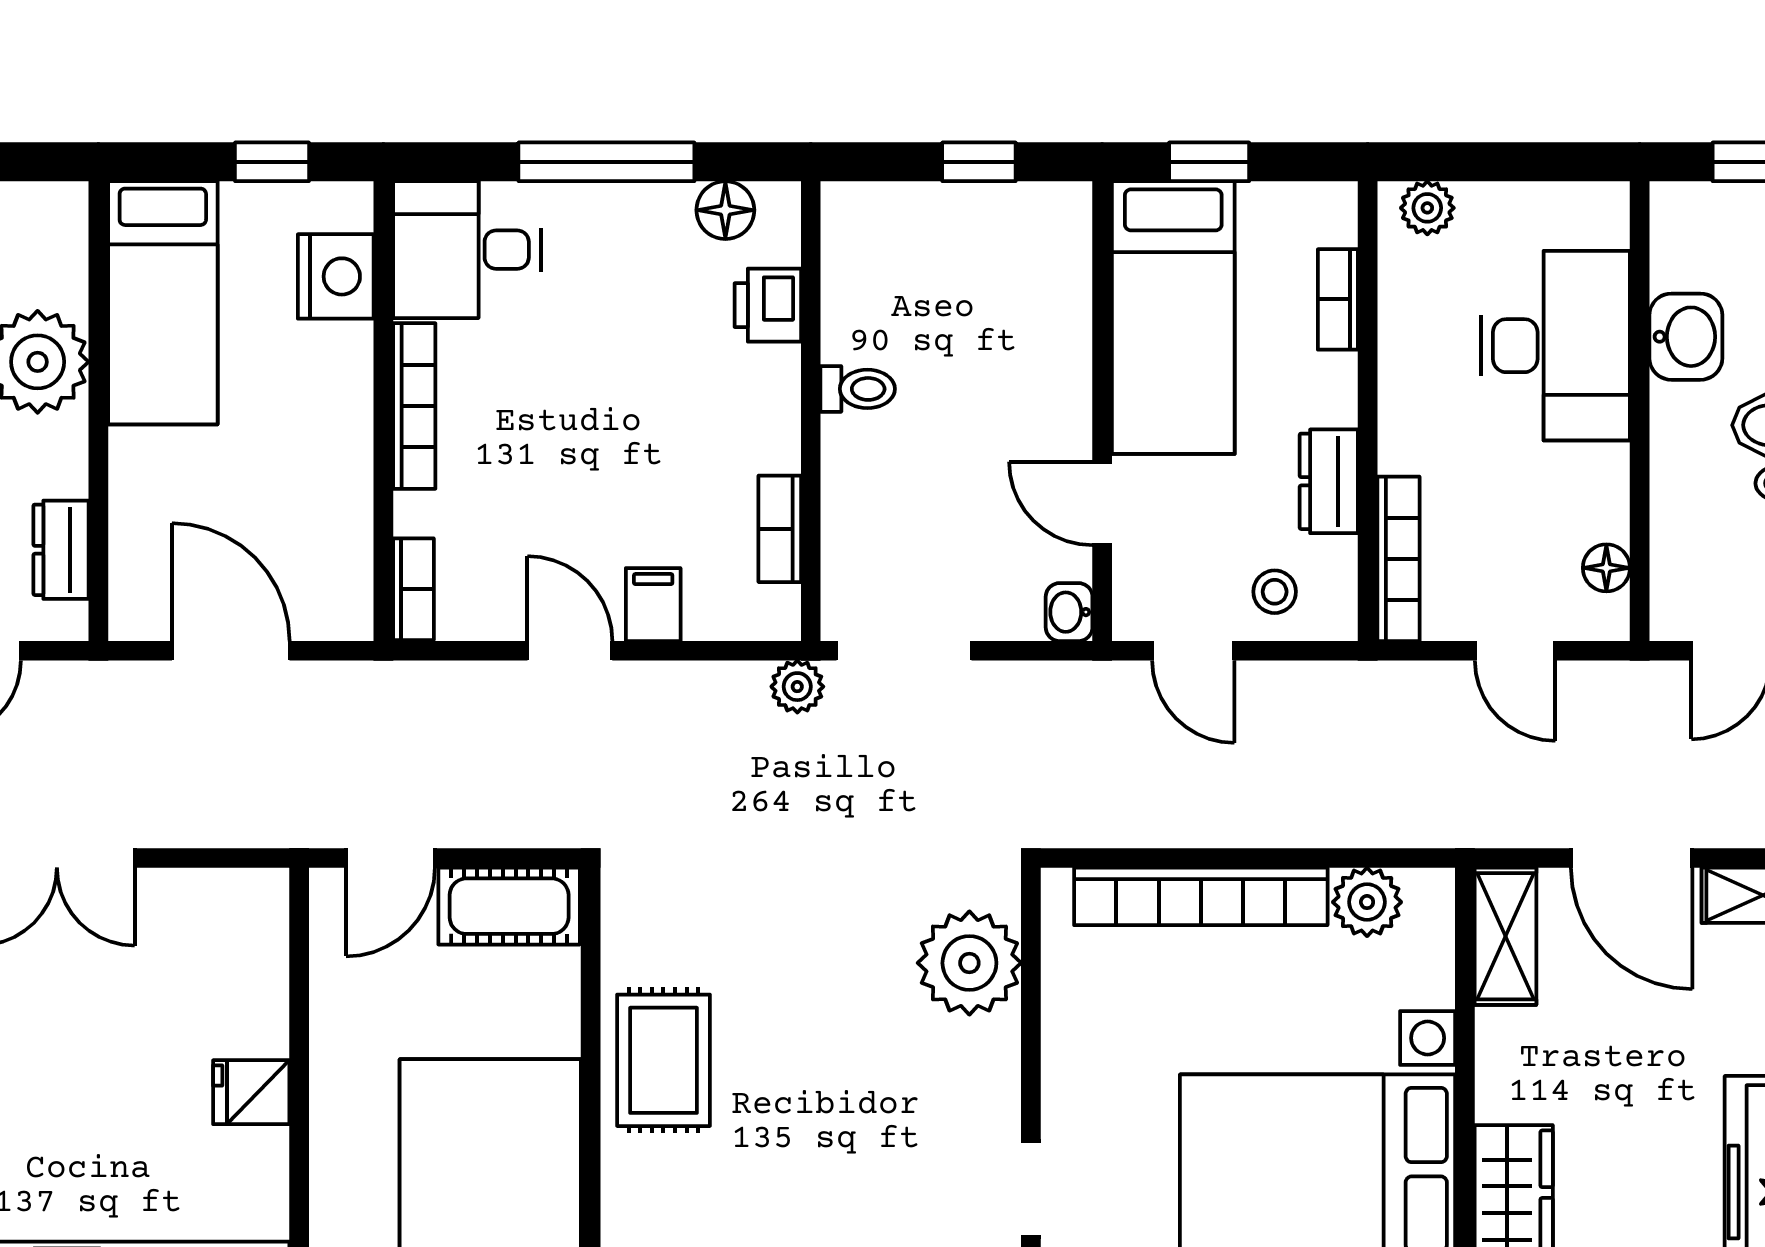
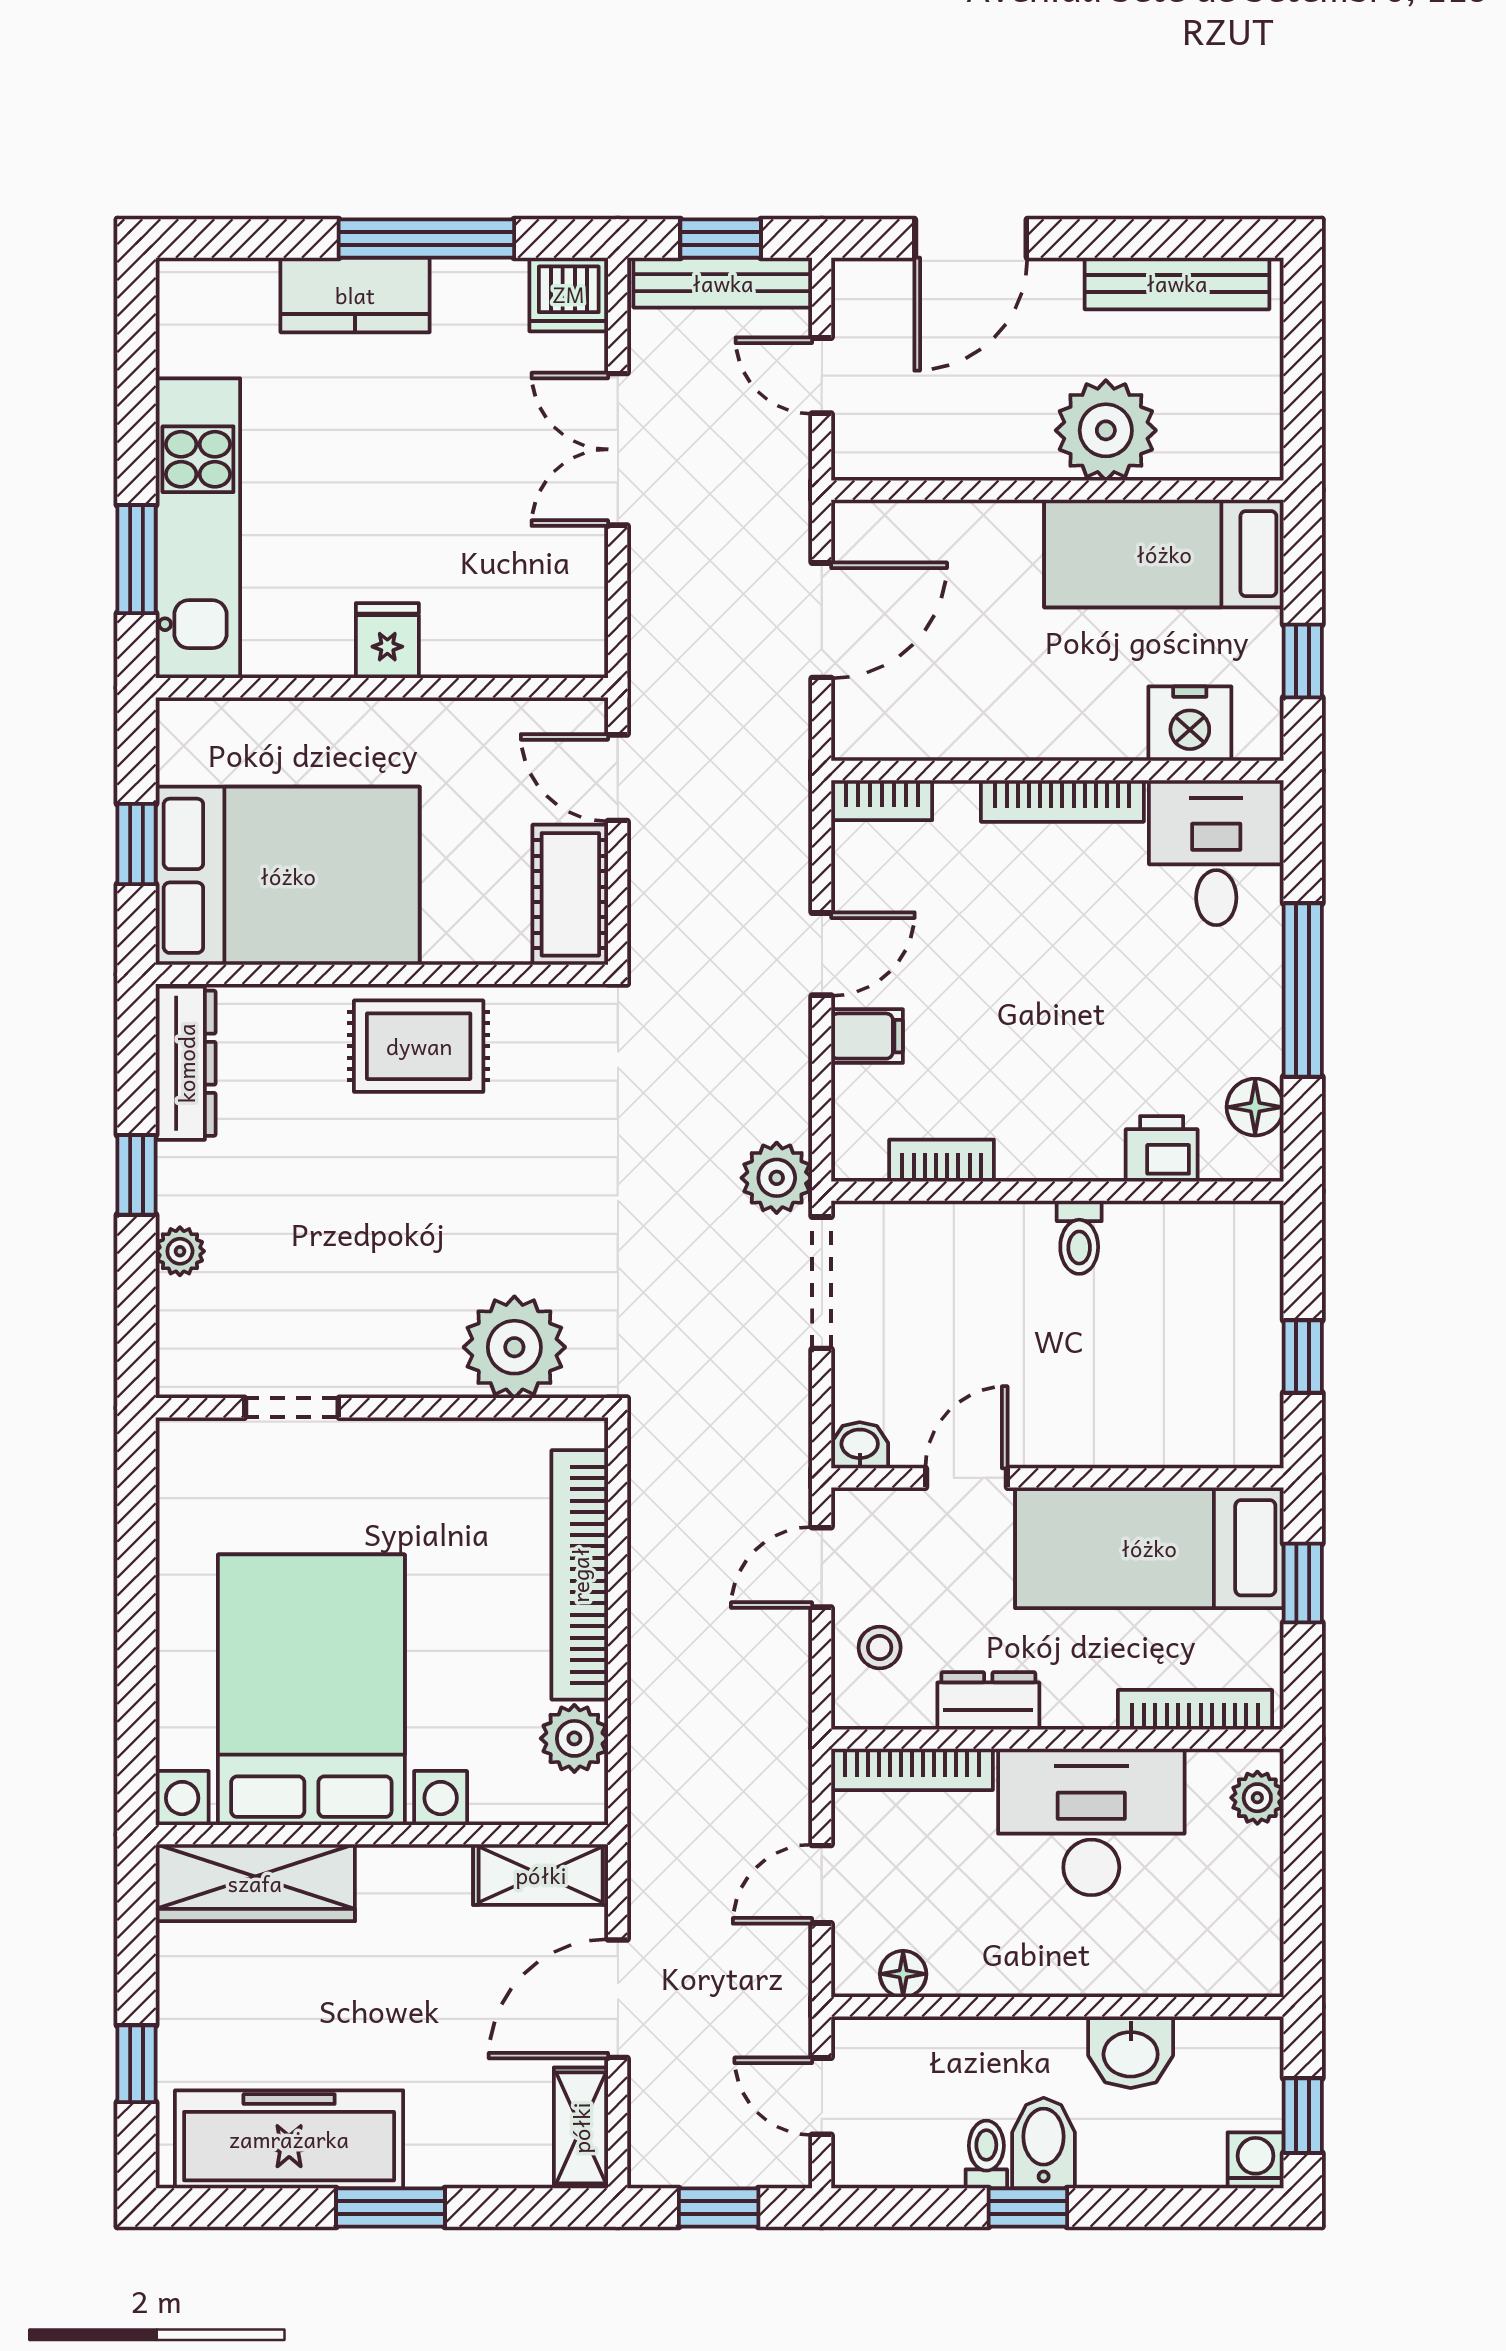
bookcase: (1338, 299) -> (1195, 1710), width x1.56
desk: (1555, 346) -> (1091, 1822), moved, turned 180
dresser: (61, 550) -> (921, 453), removed
plant: (797, 687) -> (777, 1178), width x1.38, depth x1.38

